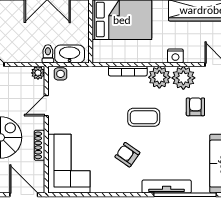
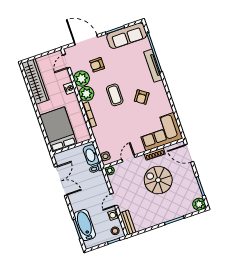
door: (46, 106) -> (128, 158), swing flipped
door: (24, 195) -> (189, 153), hinge flipped

